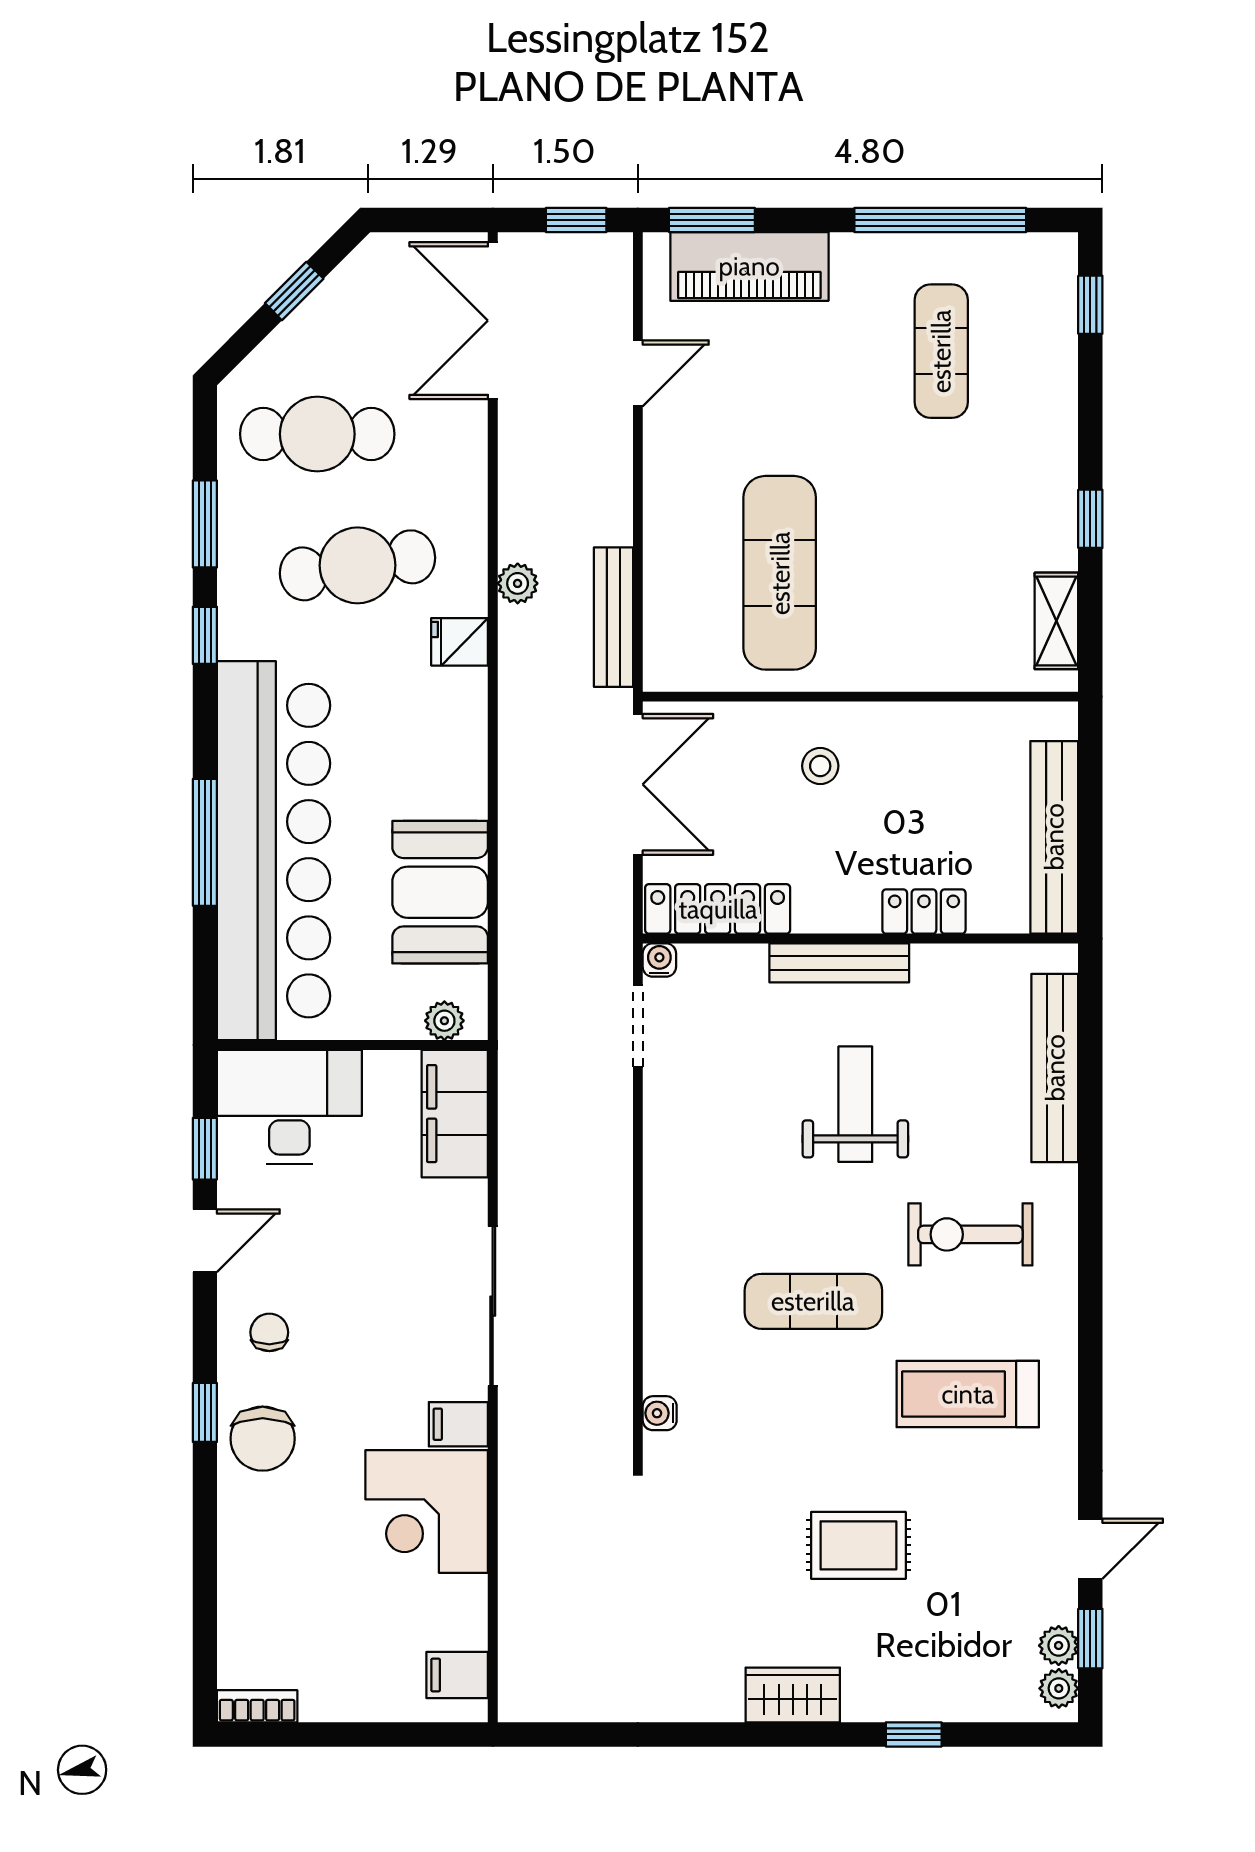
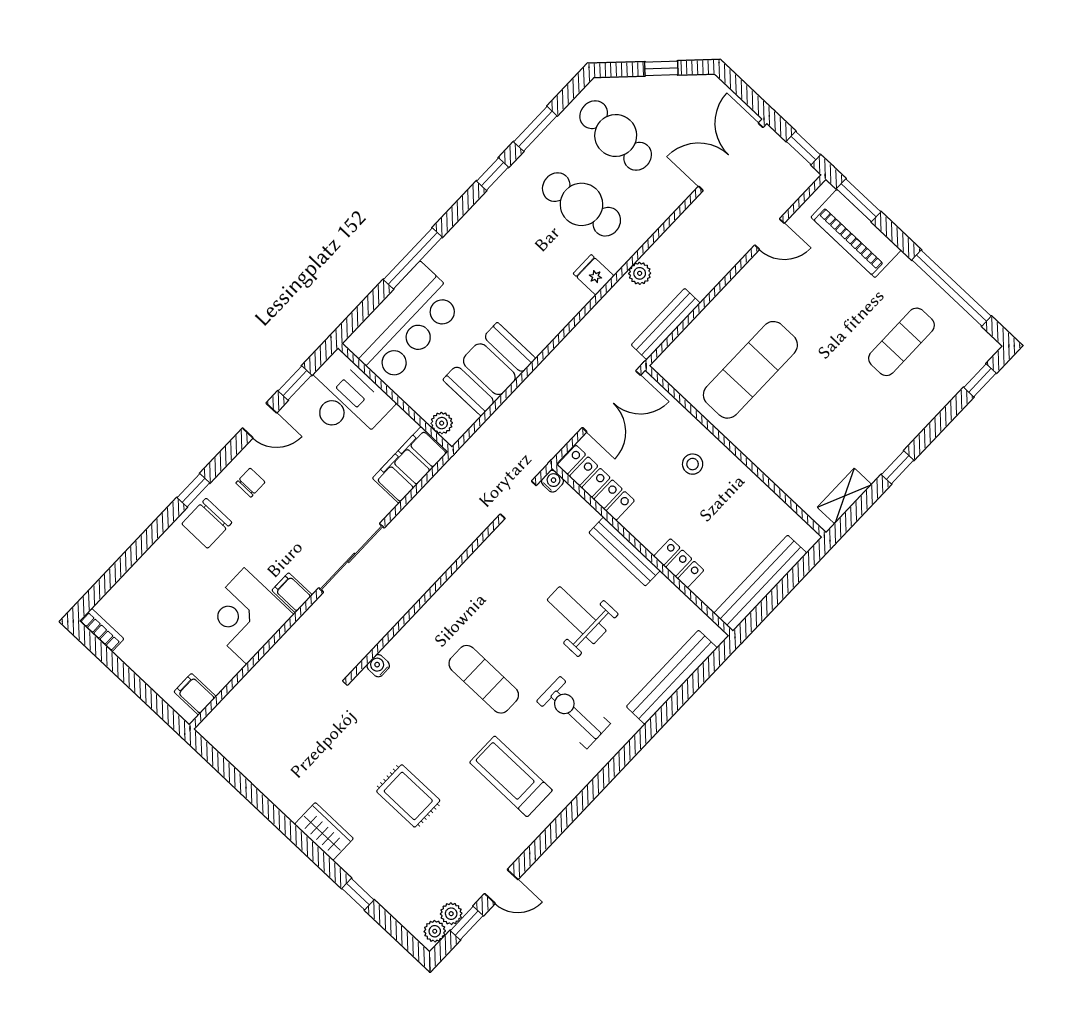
bar counter: (274, 851) -> (404, 324), width x0.54
weight bench: (855, 1104) -> (577, 615), turned -90

